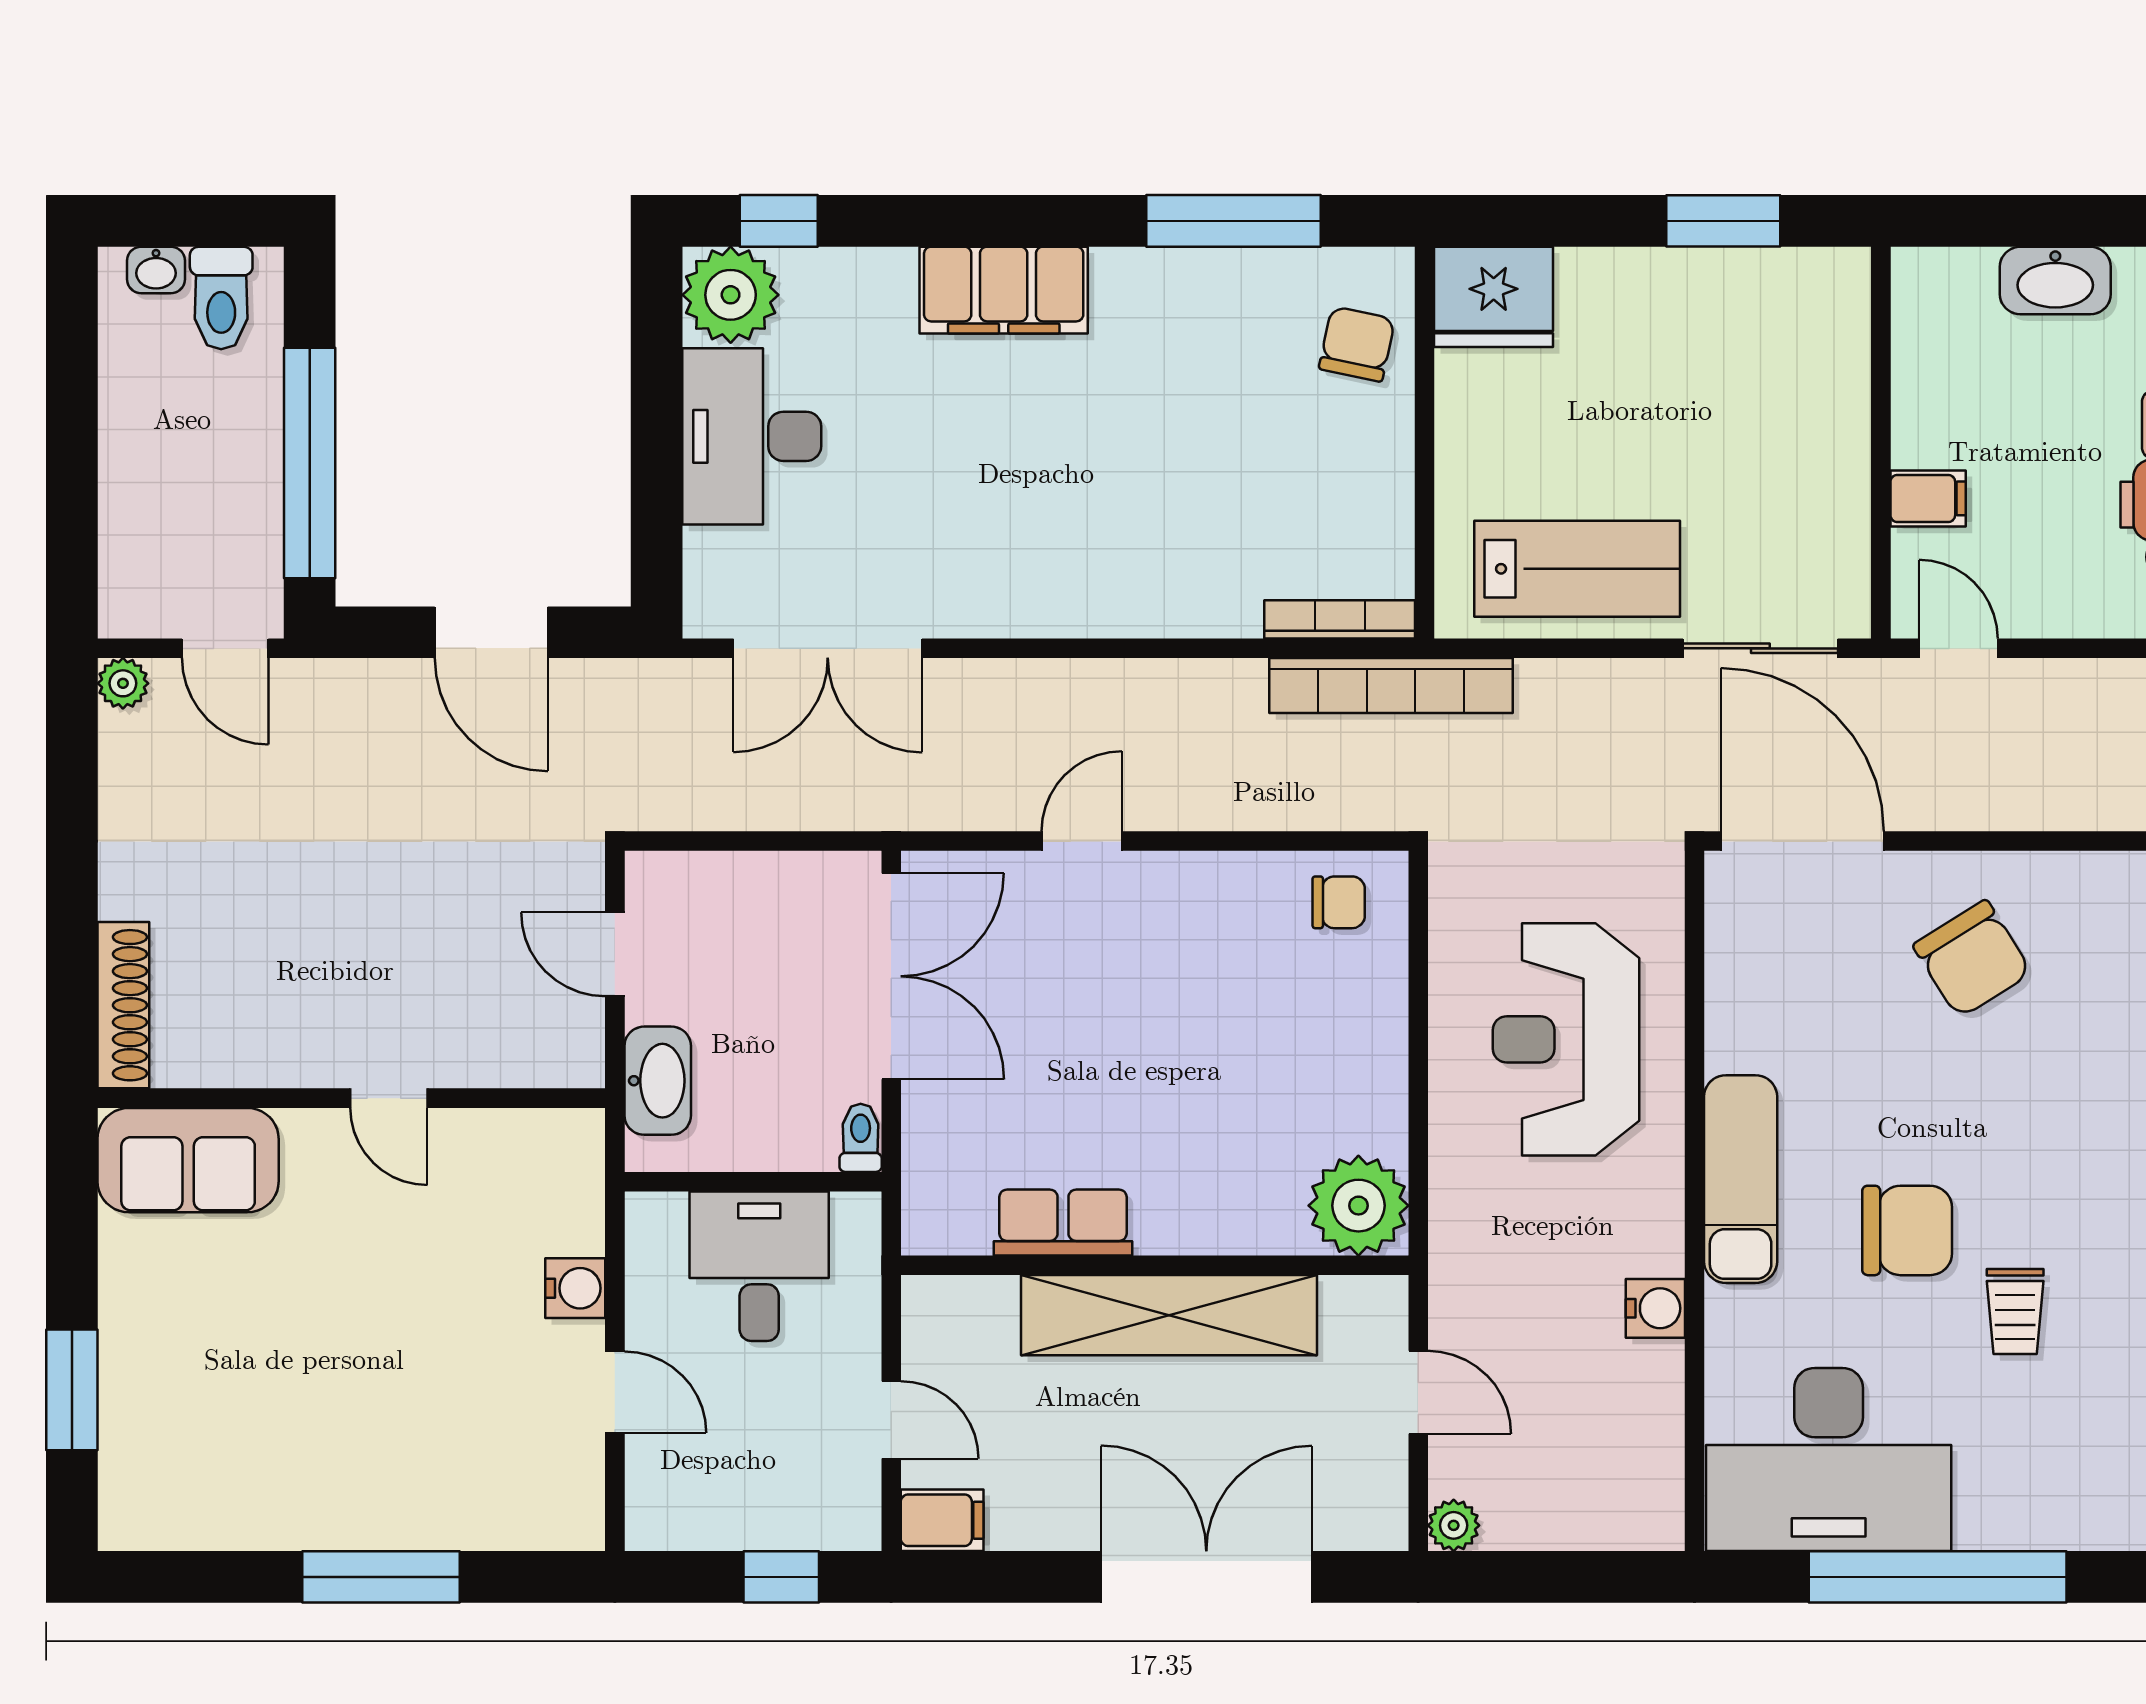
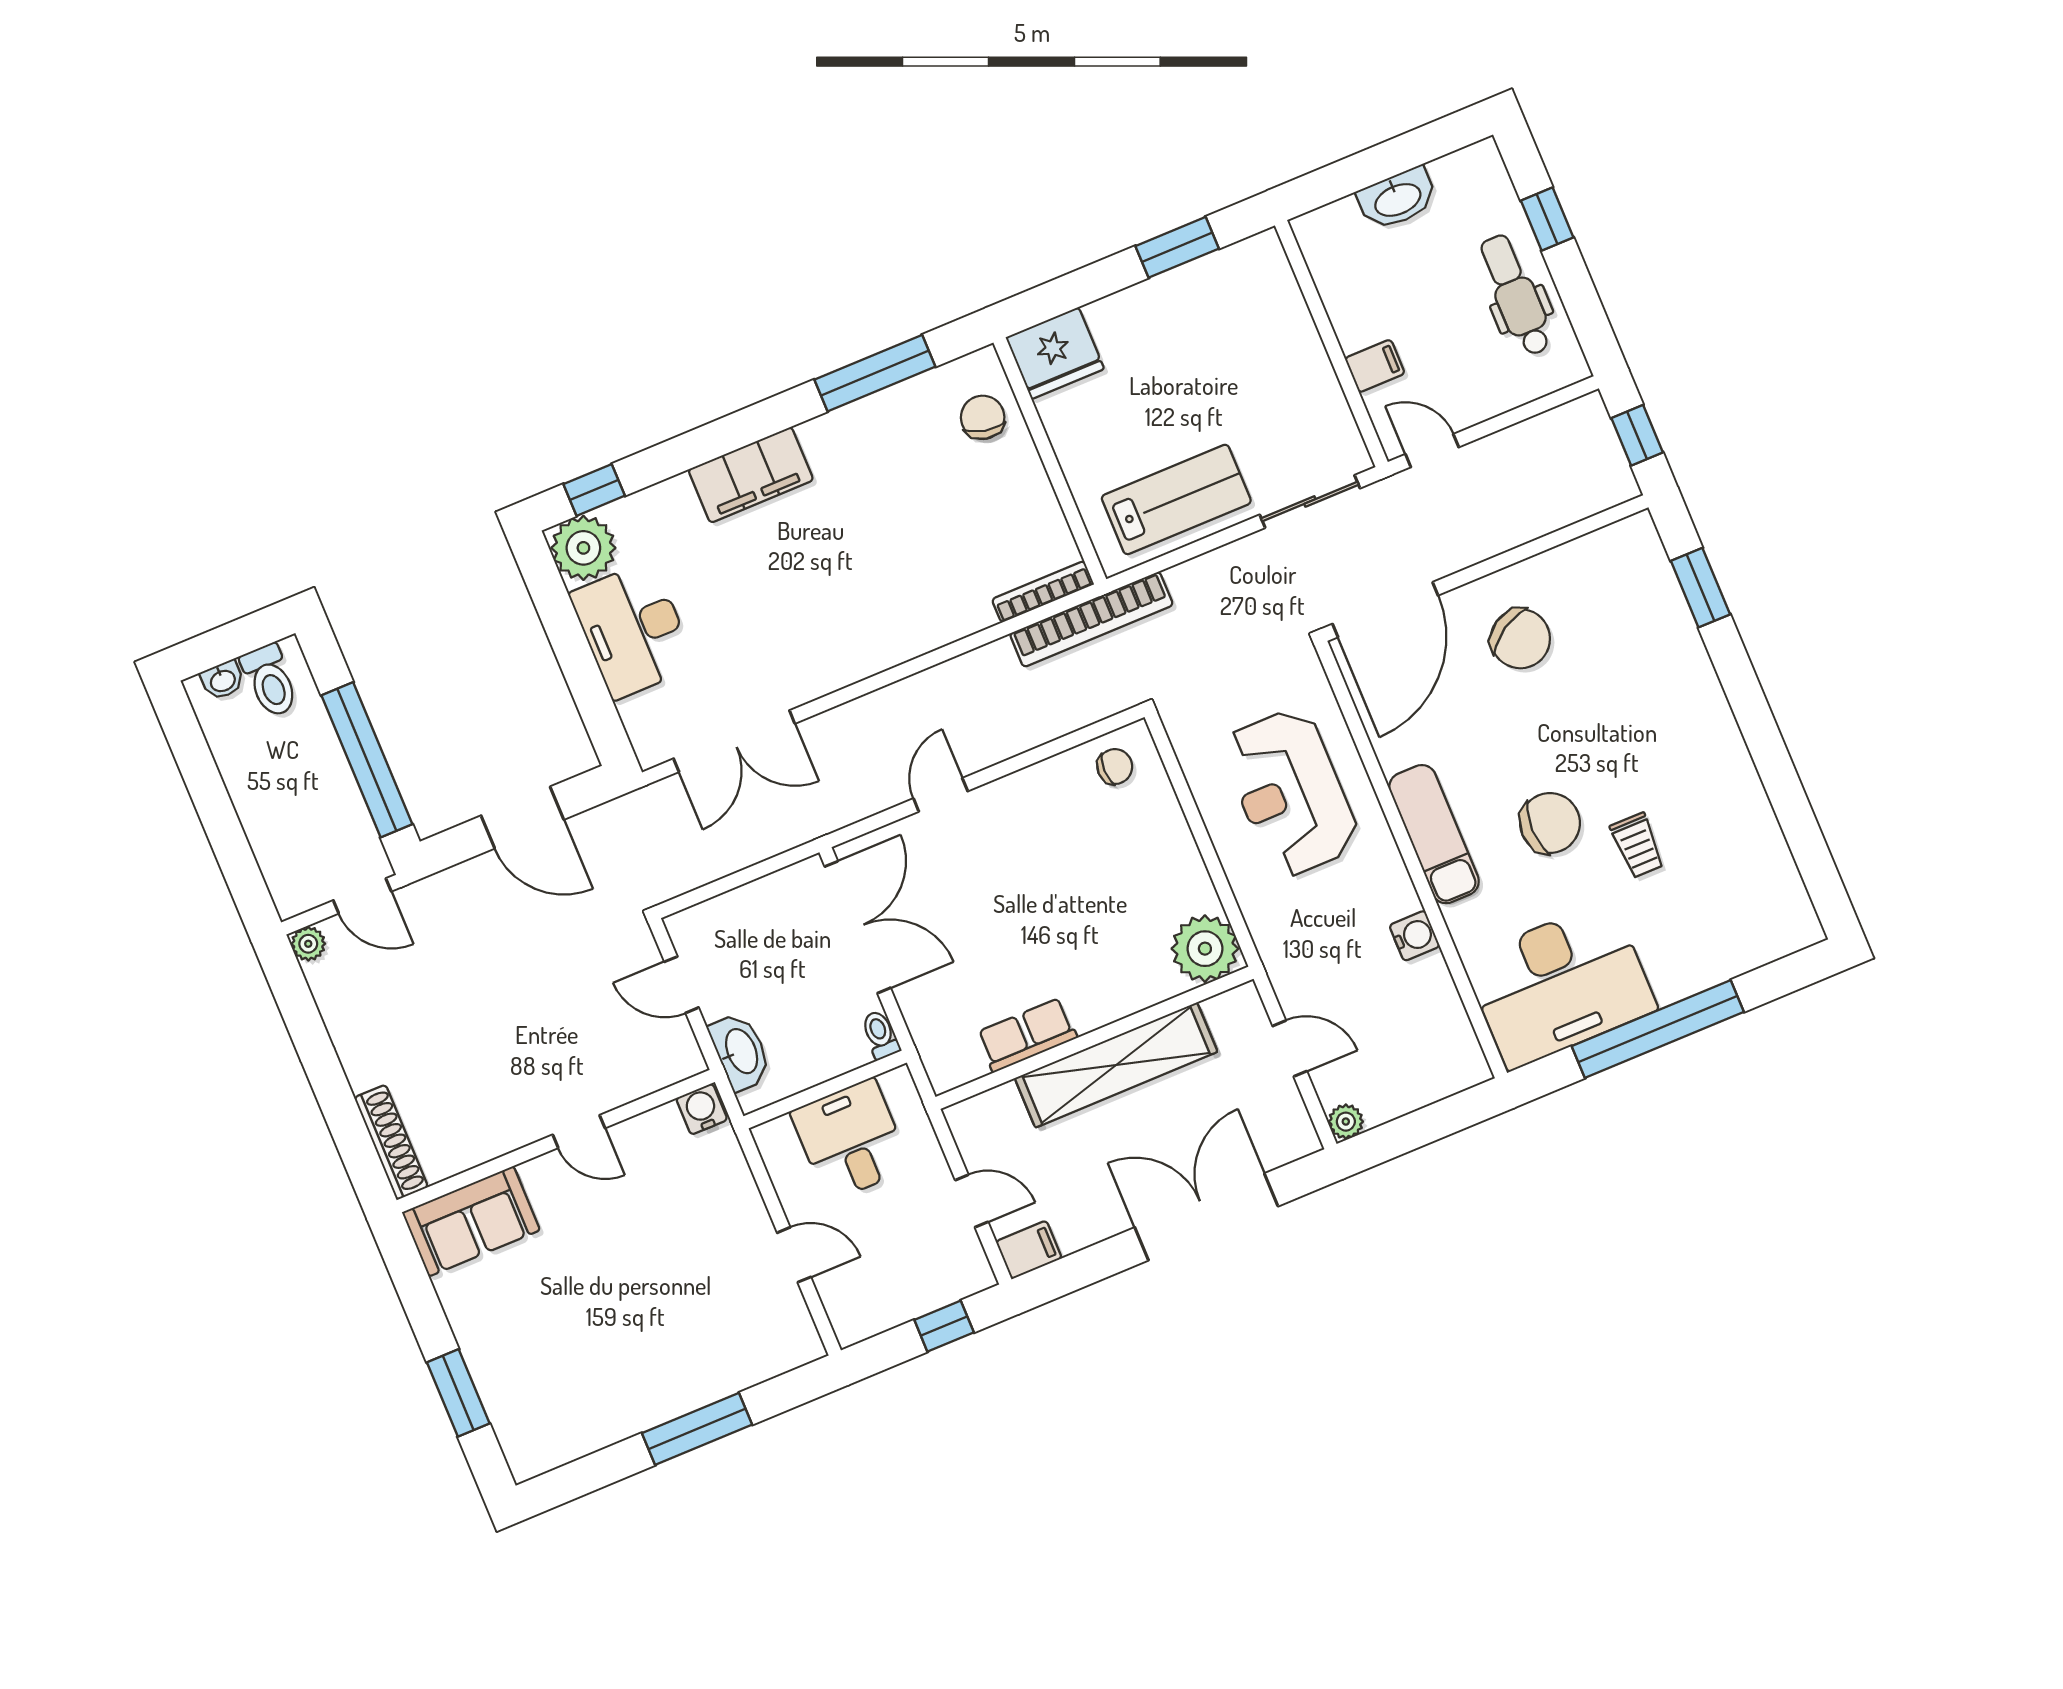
door: (1802, 841) -> (1385, 610), swing flipped
water cooler: (575, 1288) -> (702, 1109), moved, turned -90

